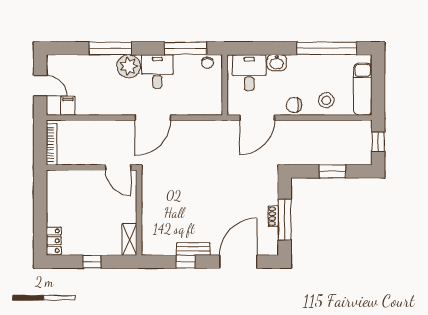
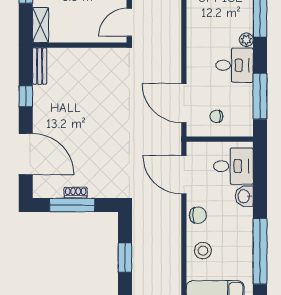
chair: (207, 63) -> (216, 116), moved
plant: (129, 66) -> (246, 40), width x0.53, depth x0.53
chair: (294, 105) -> (198, 215), turned 90
door: (153, 118) -> (184, 103), moved
shelving: (129, 239) -> (41, 25), moved, turned 90
bench: (193, 249) -> (40, 66), moved

